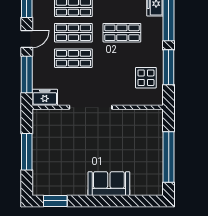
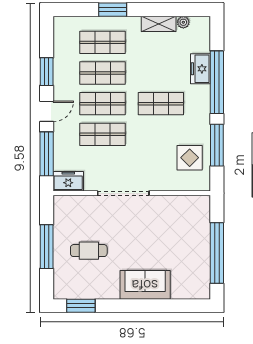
cafe table: (62, 155) -> (89, 251), added

